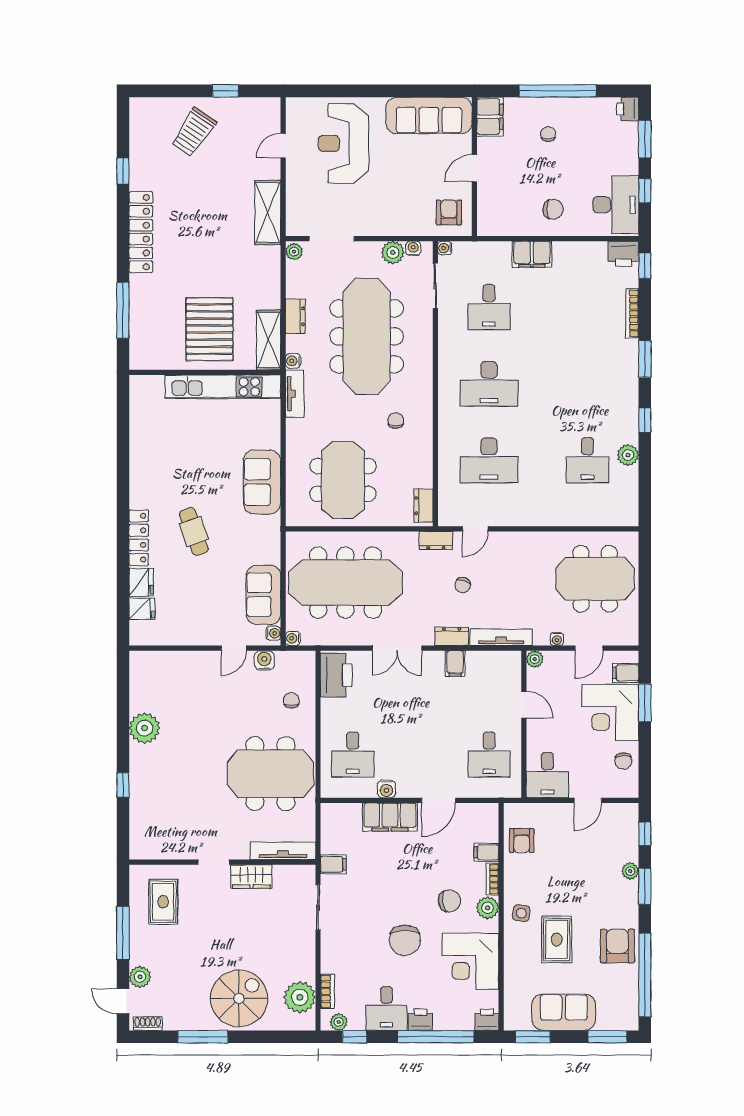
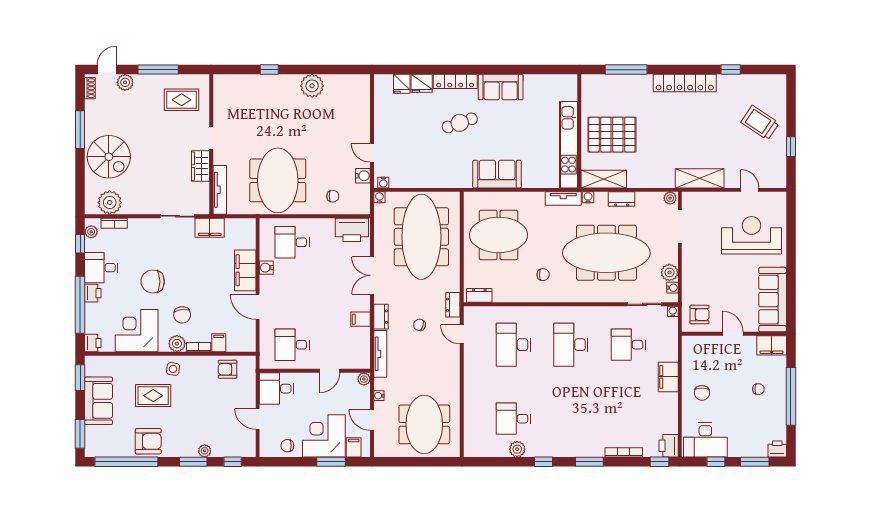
sofa: (263, 595) -> (501, 87), moved, turned 180
filing cabinet: (333, 864) -> (210, 228), width x2.00

